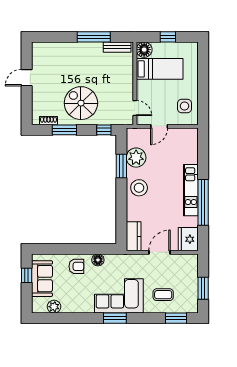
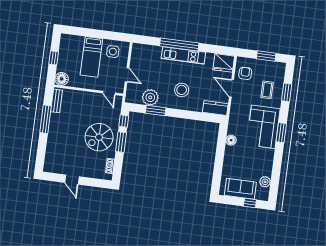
bed: (160, 69) -> (91, 57), moved, turned 180
door: (135, 108) -> (109, 93), swing flipped
window: (64, 130) -> (121, 142), moved
stool: (139, 188) -> (182, 90), moved
window: (203, 202) -> (179, 45), moved
armchair: (76, 266) -> (245, 73), moved
window: (27, 275) -> (250, 203), moved
window: (176, 318) -> (287, 92), moved

